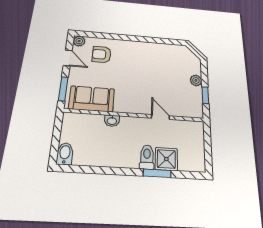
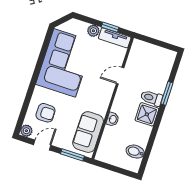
armchair: (102, 54) -> (46, 113), turned -90
corner sofa: (156, 61) -> (65, 63), added
tv unit: (197, 102) -> (115, 38), added
bidet: (65, 154) -> (135, 152), moved
shower: (166, 159) -> (147, 114), moved

